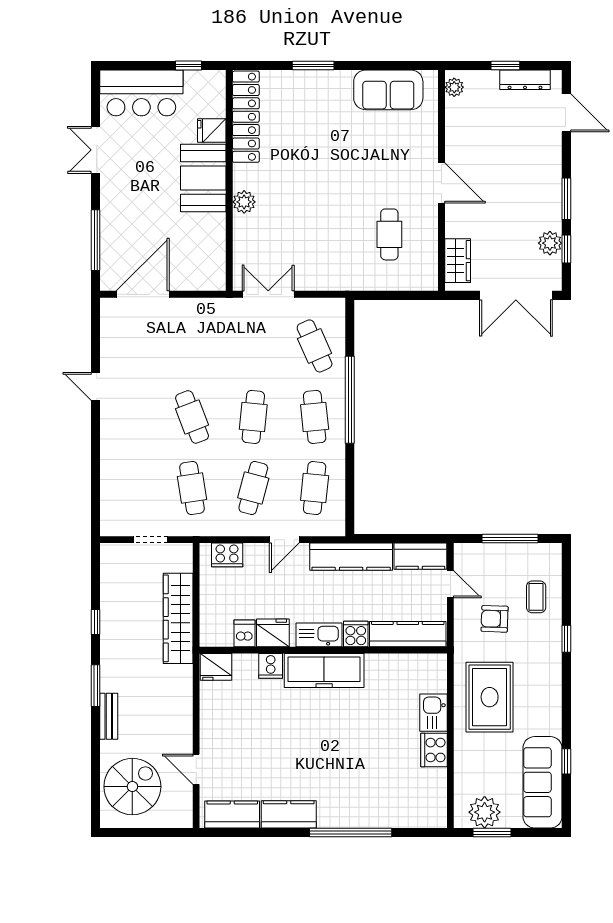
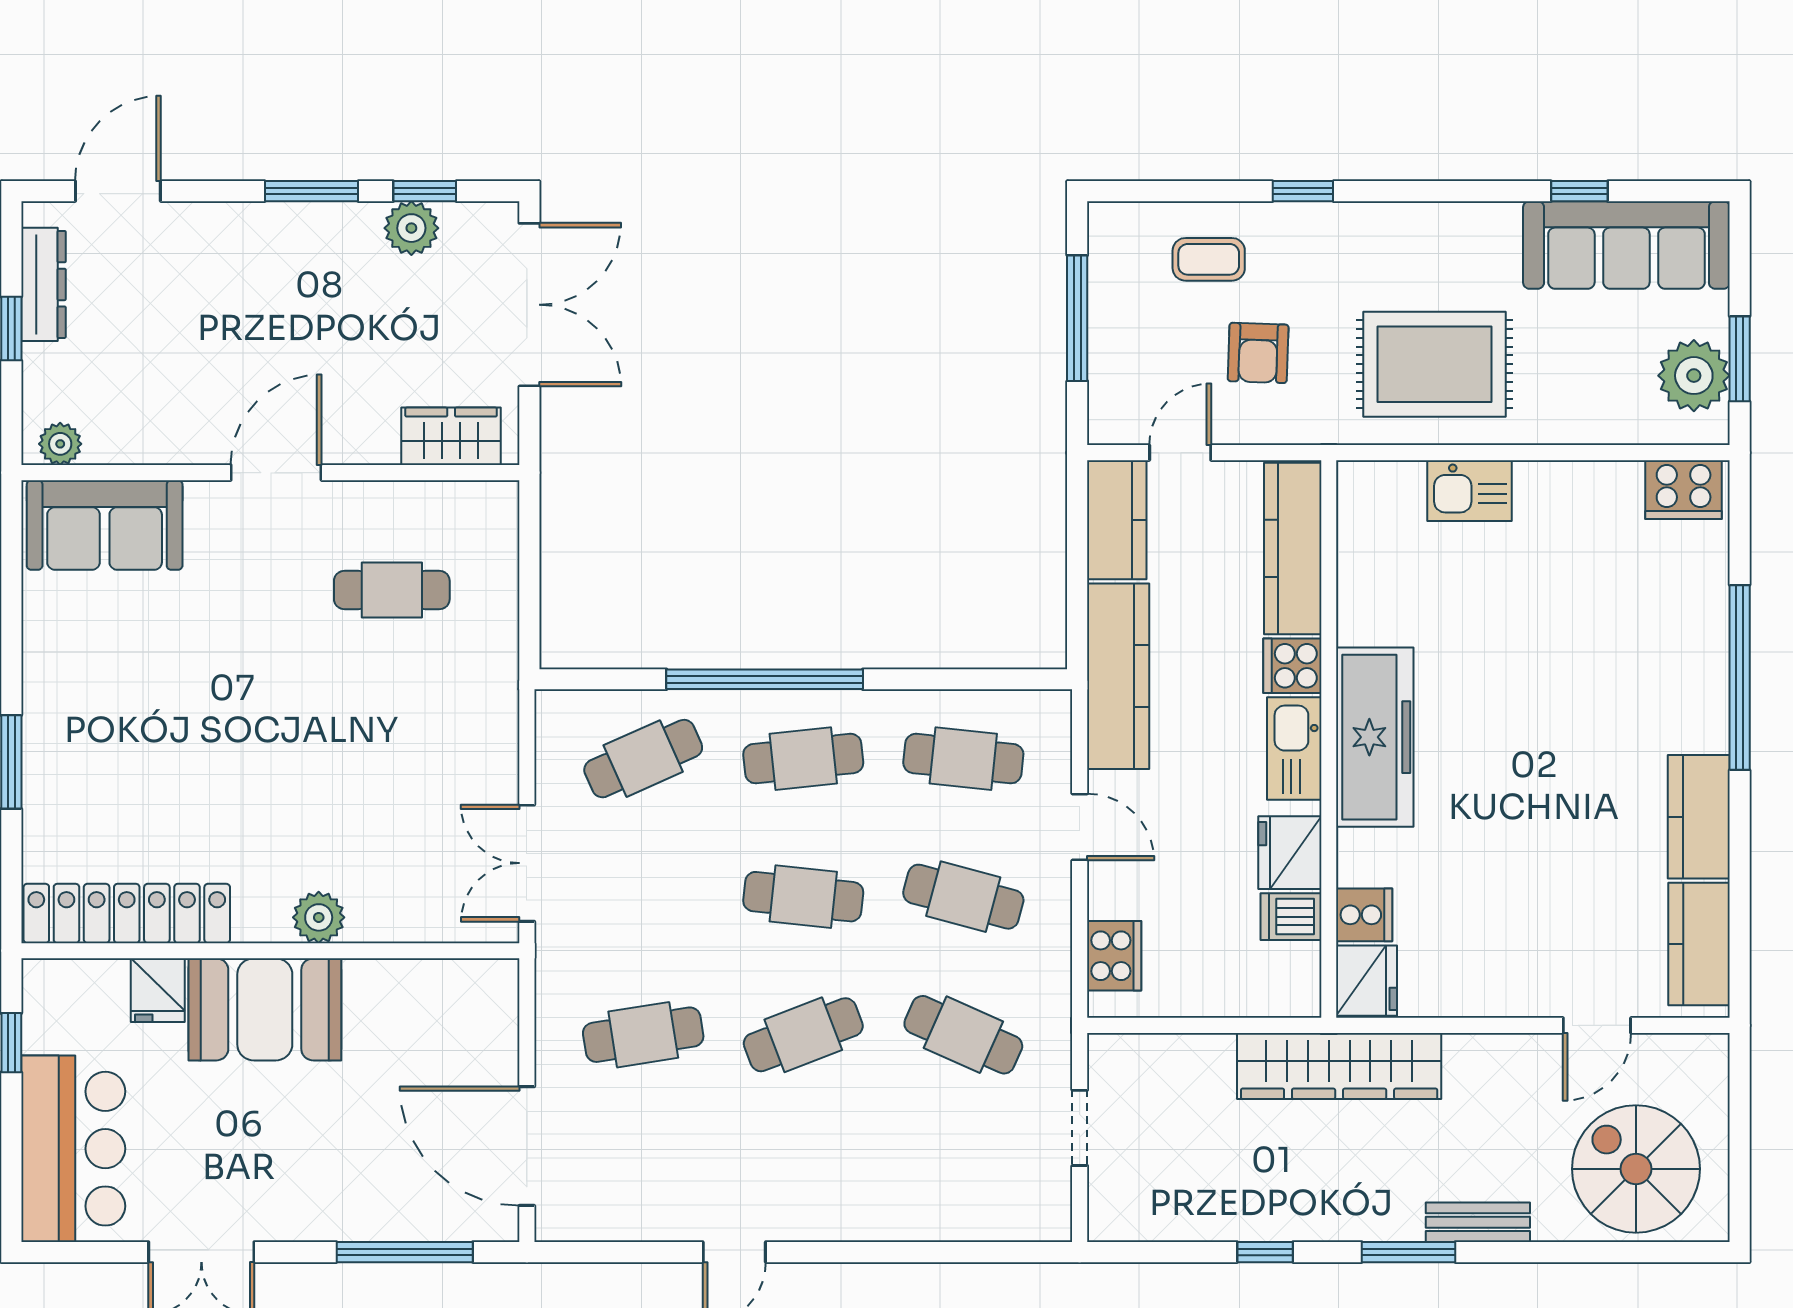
sofa: (388, 90) -> (105, 525), moved, turned 90
cafe table: (192, 346) -> (643, 1035), added
cafe table: (192, 488) -> (963, 1035), turned 33
wardrobe: (178, 618) -> (1339, 1066), moved
cooker: (271, 666) -> (1364, 915), moved
cooker: (434, 750) -> (1684, 490), moved

